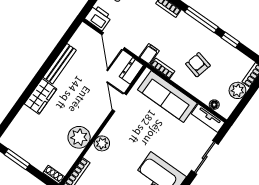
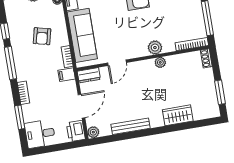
plant: (84, 30) -> (93, 132), added
wardrobe: (41, 96) -> (178, 115), moved
plant: (79, 137) -> (160, 62), width x0.53, depth x0.53

